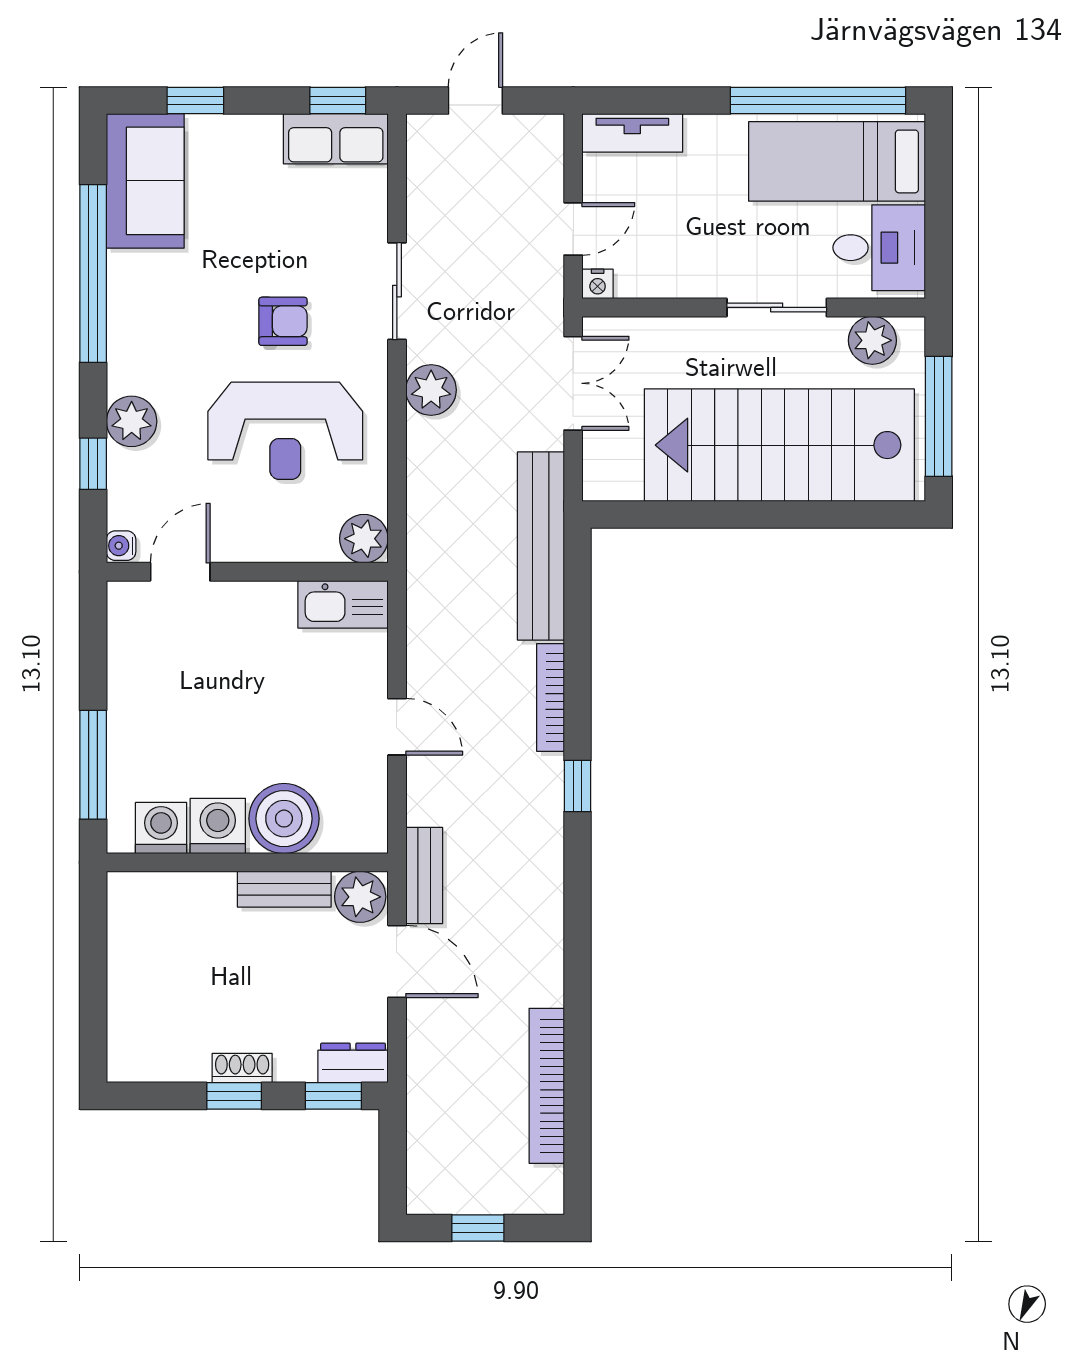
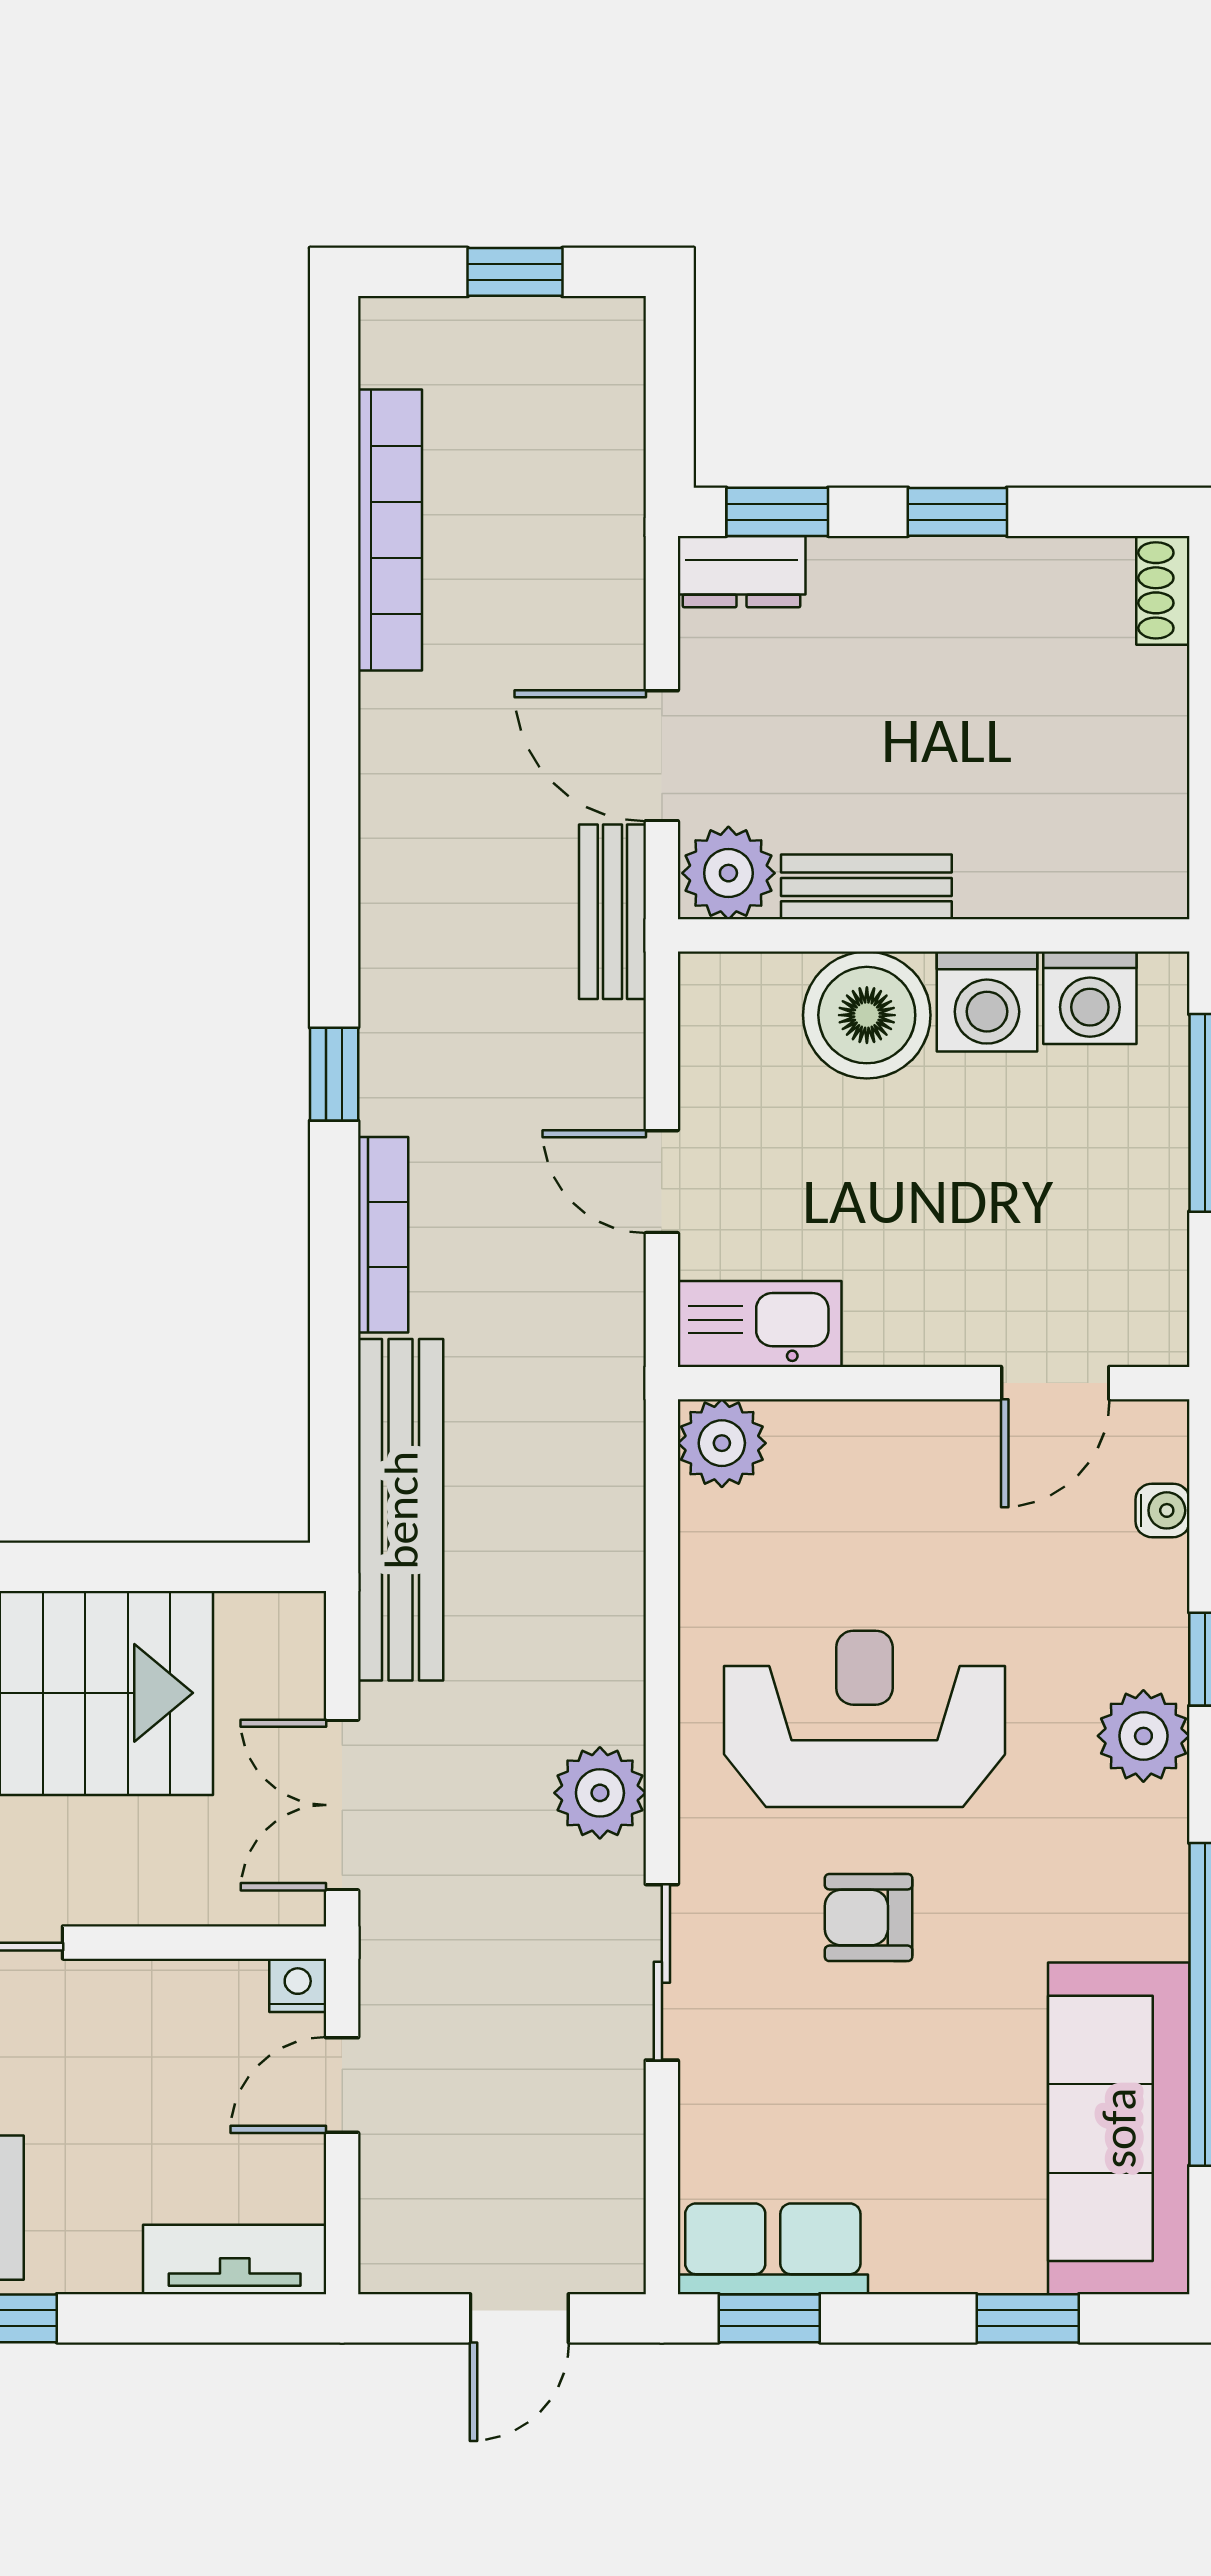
sofa: (145, 181) -> (1119, 2128), width x1.36
plant: (364, 539) -> (722, 1443), moved
door: (180, 572) -> (1055, 1383), moved
wall: (247, 572) -> (934, 1383), moved
kitchen sink: (343, 604) -> (760, 1324), moved
shoe rack: (242, 1068) -> (1163, 590), moved, turned 90

